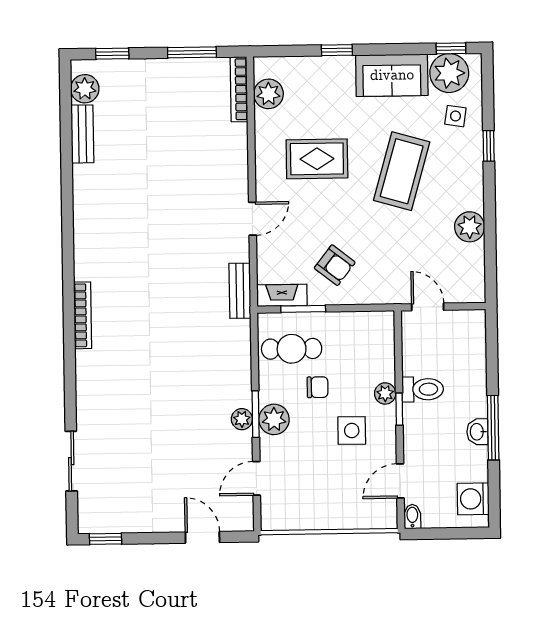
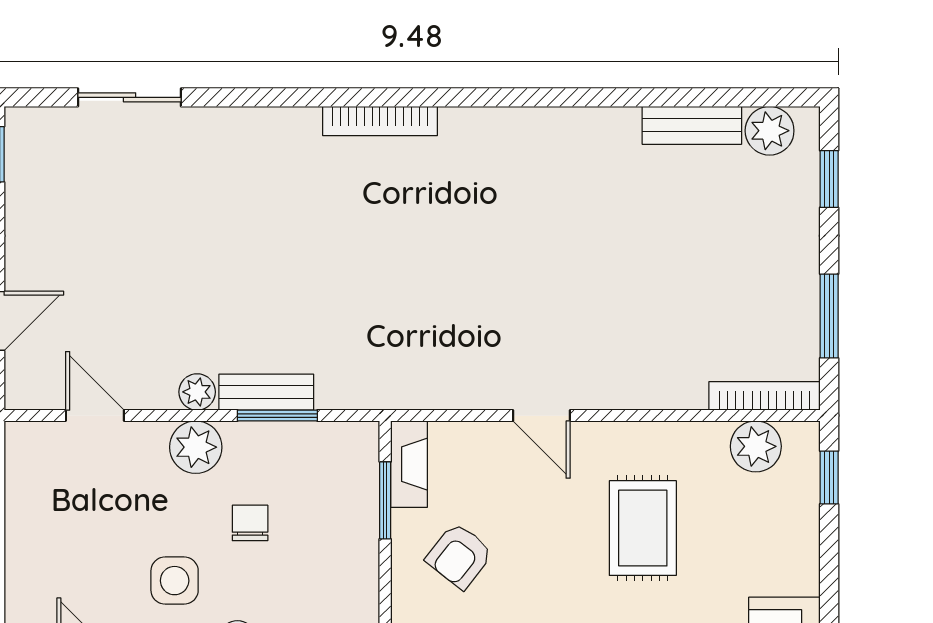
window: (337, 50) -> (829, 477), moved
bench: (240, 291) -> (266, 392), moved
cafe table: (292, 349) -> (317, 479), removed
chair: (318, 387) -> (250, 523), turned 180
window: (256, 414) -> (277, 416), moved

